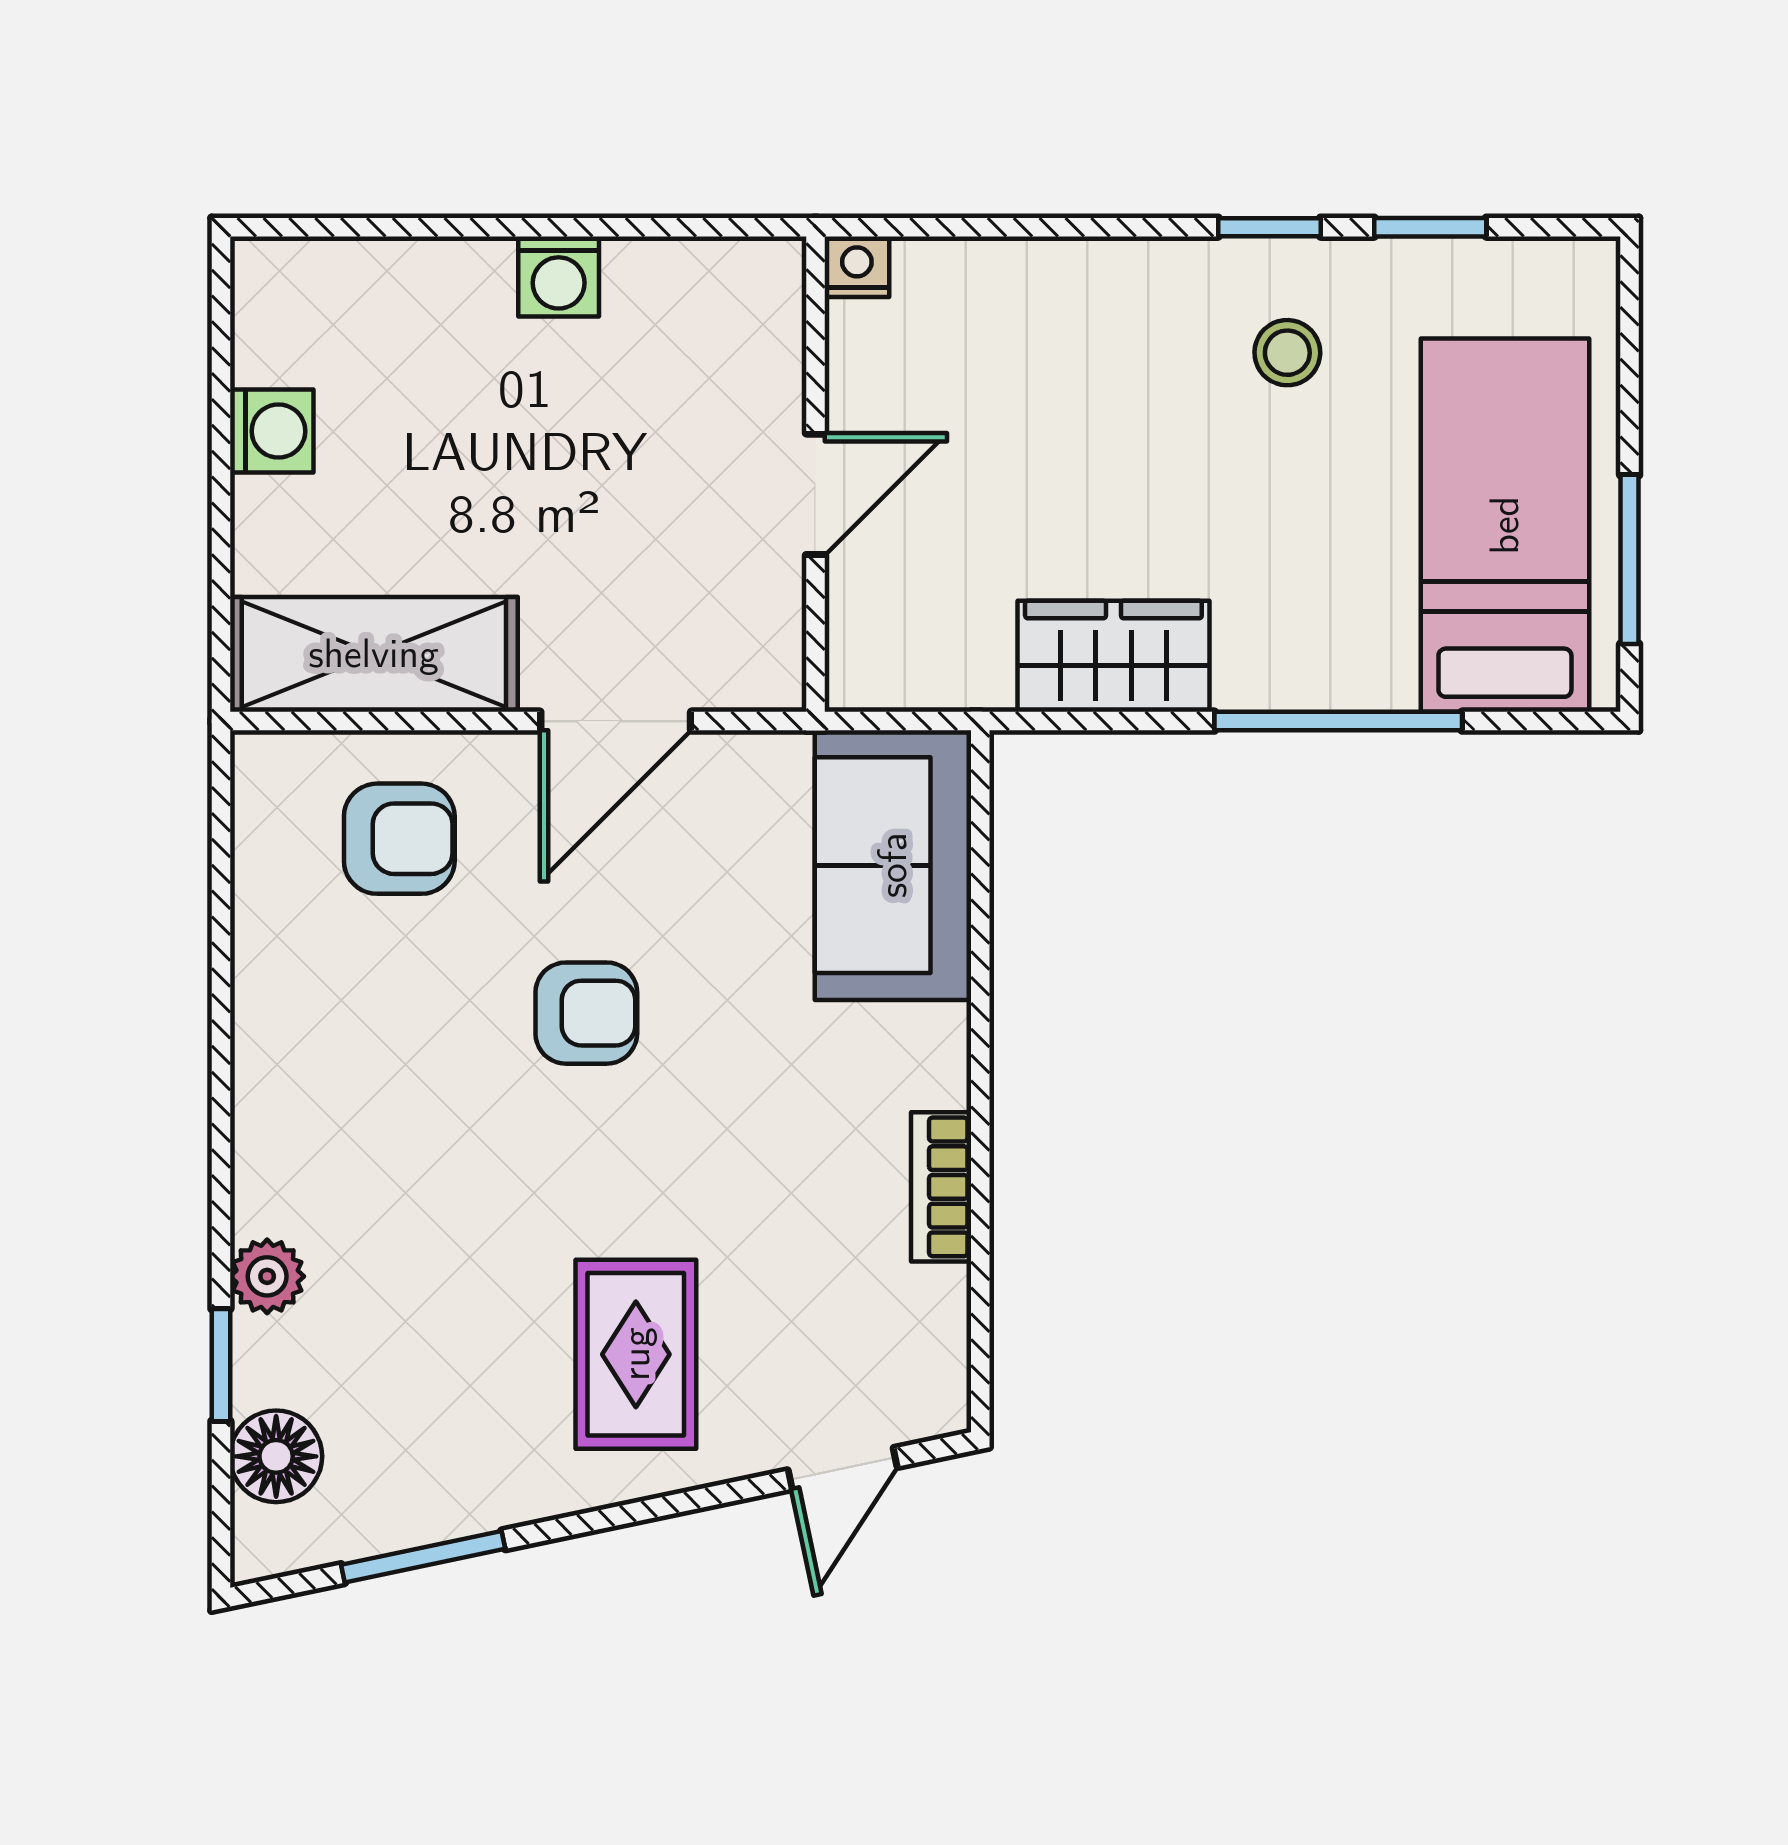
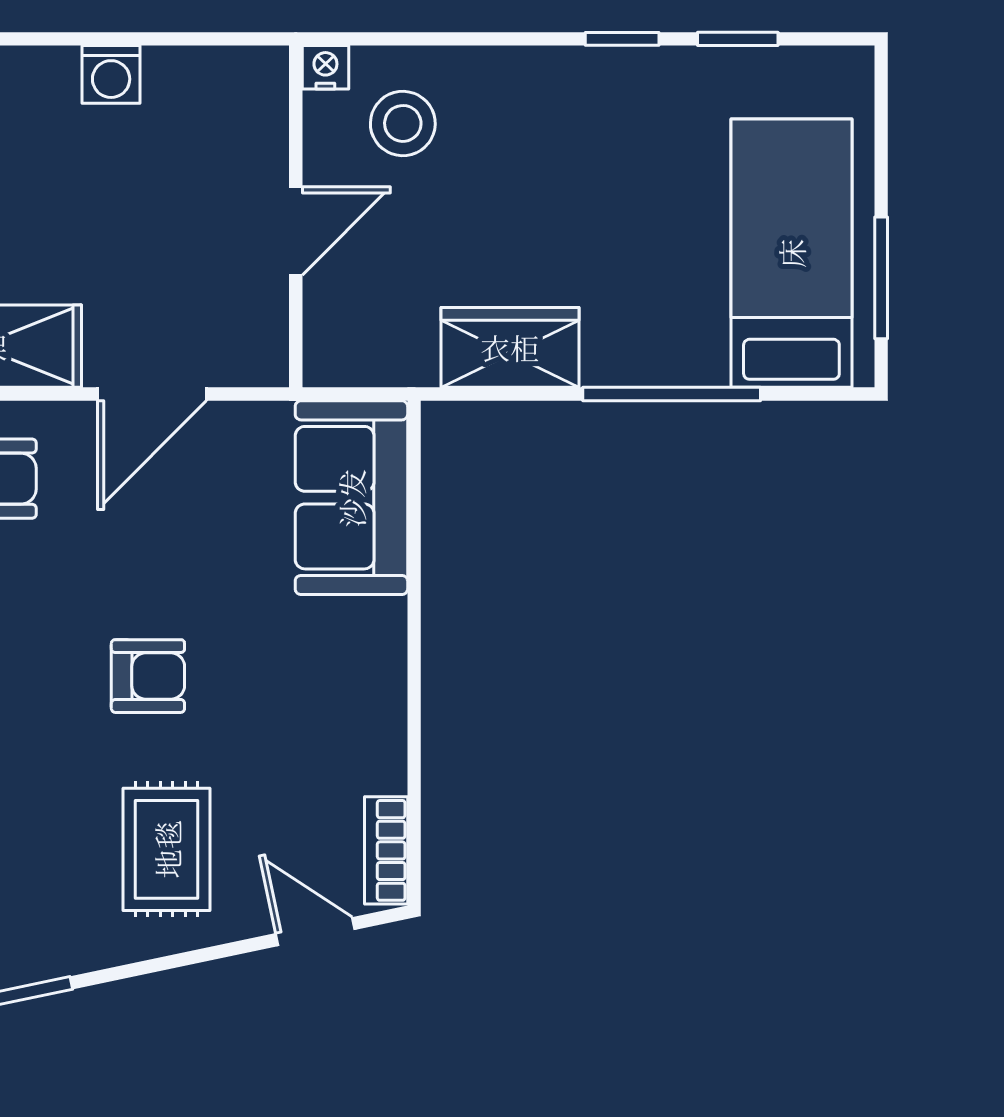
stool: (1287, 353) -> (403, 123), moved, width x1.37, depth x1.37
armchair: (586, 1013) -> (148, 676), moved
bookcase: (941, 1187) -> (386, 850), moved
door: (843, 1469) -> (315, 932), swing flipped

